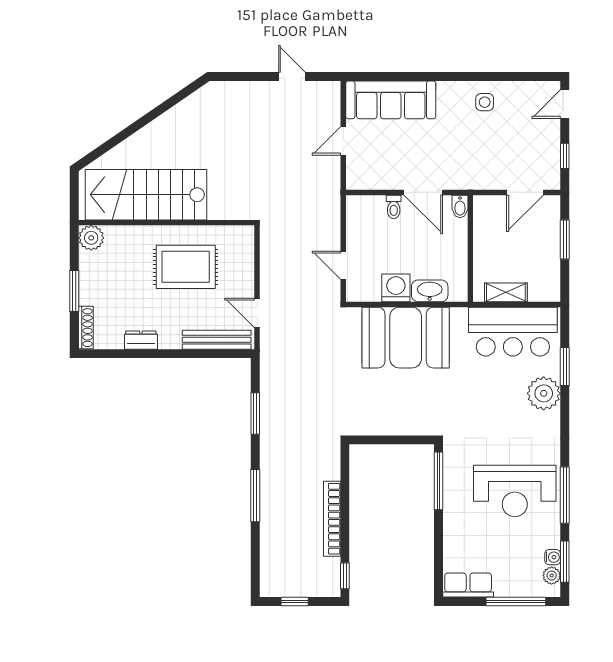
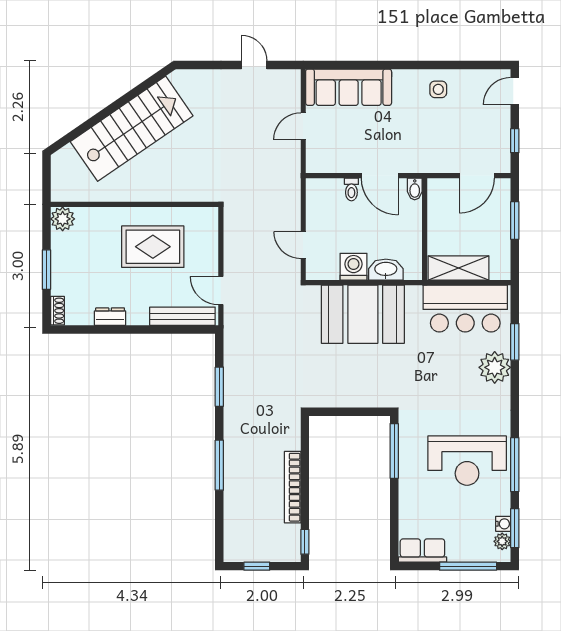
stairs: (146, 195) -> (132, 129), moved, turned 145
shelving: (506, 292) -> (458, 268), width x1.50, depth x1.33
shoe rack: (86, 328) -> (57, 311), width x0.70

